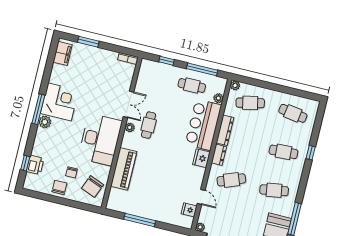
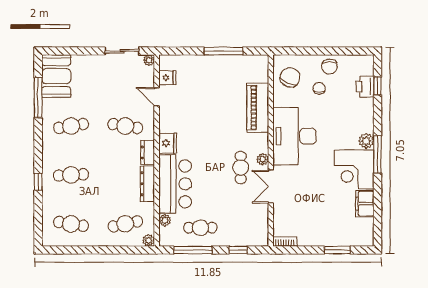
filing cabinet: (63, 53) -> (365, 204), moved
cafe table: (231, 180) -> (125, 126), turned 30

